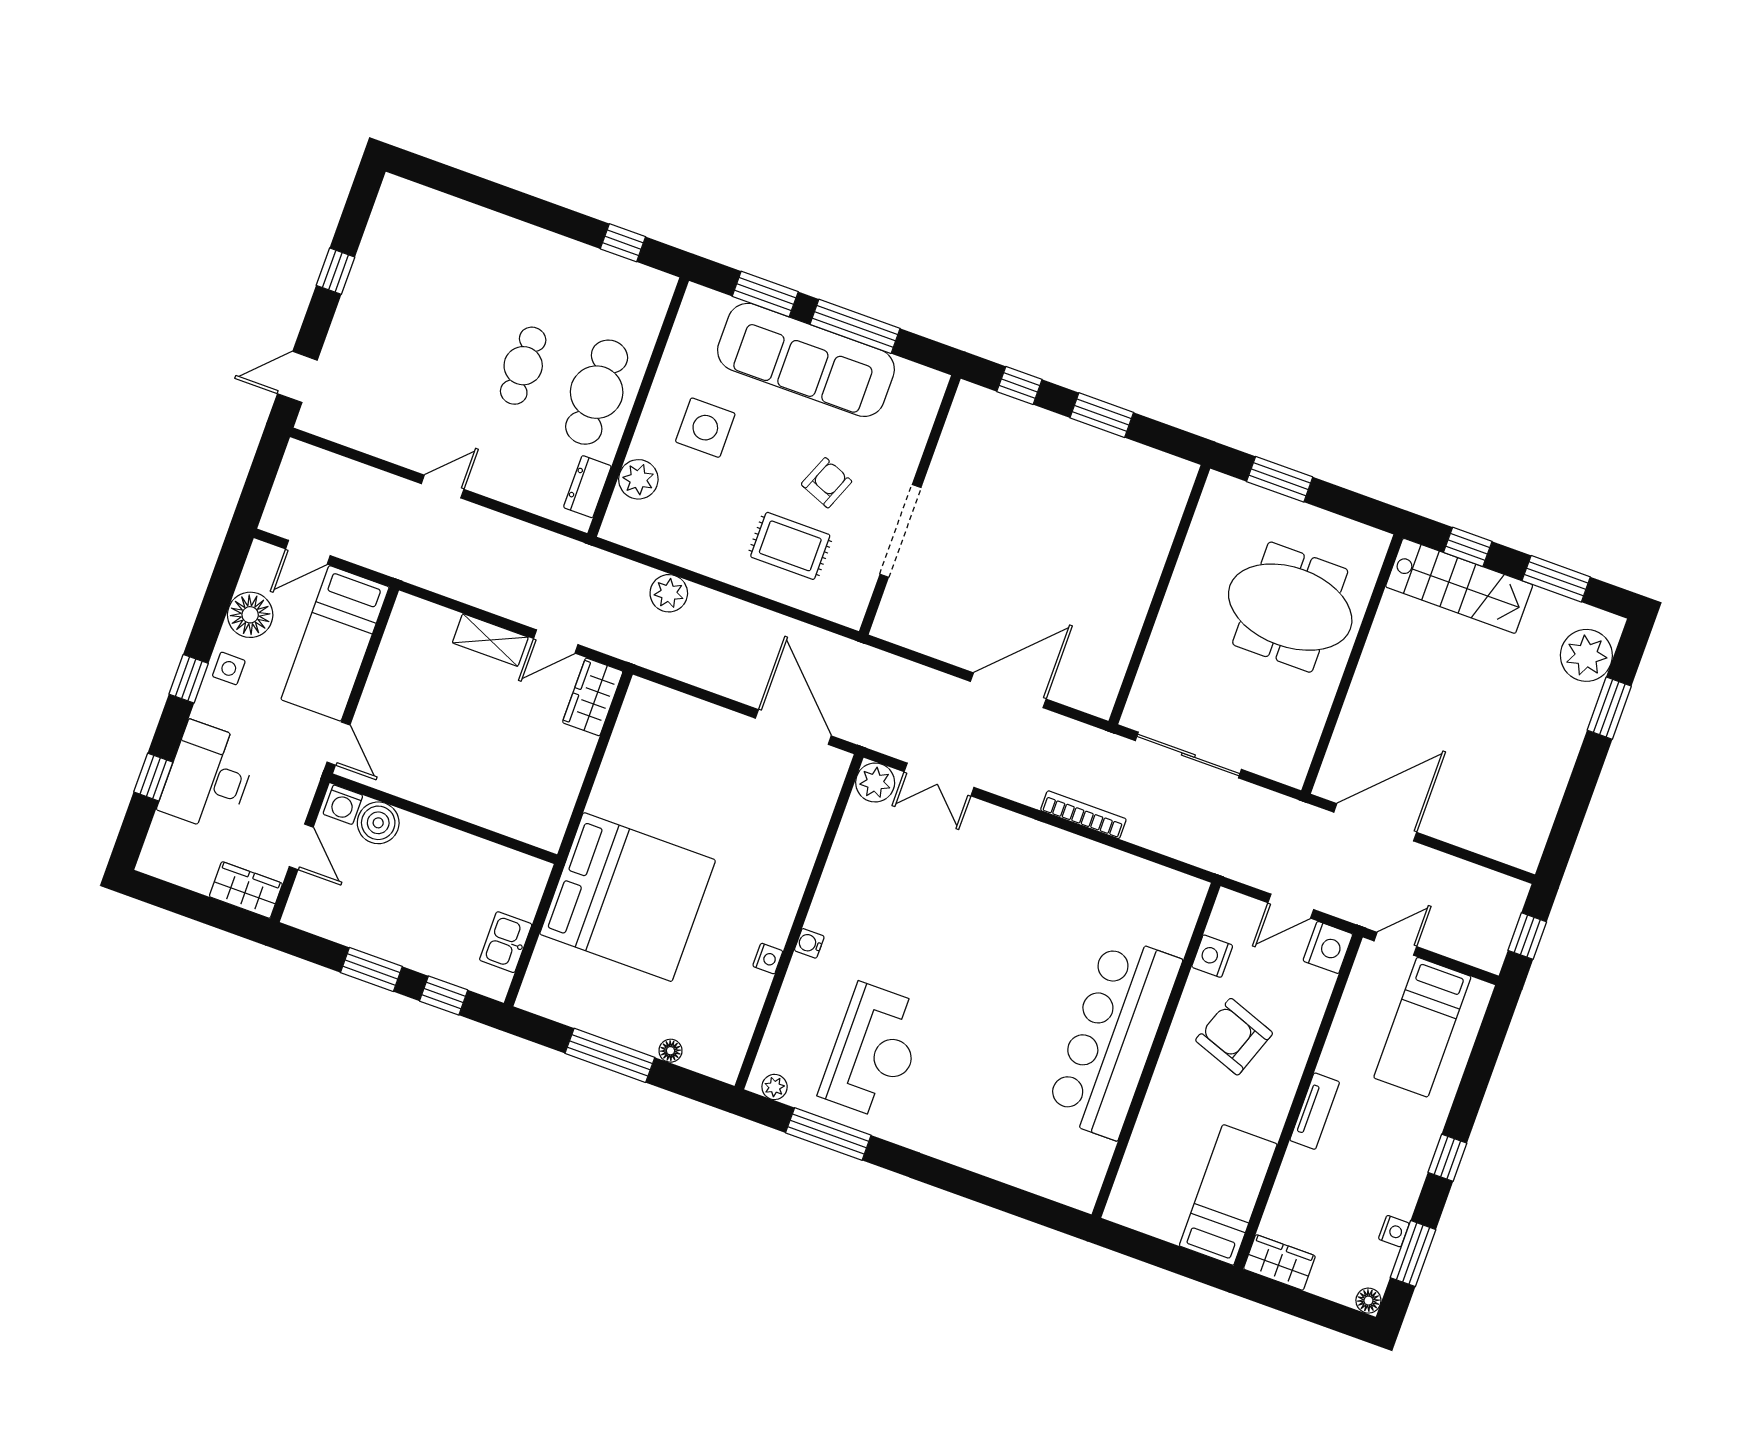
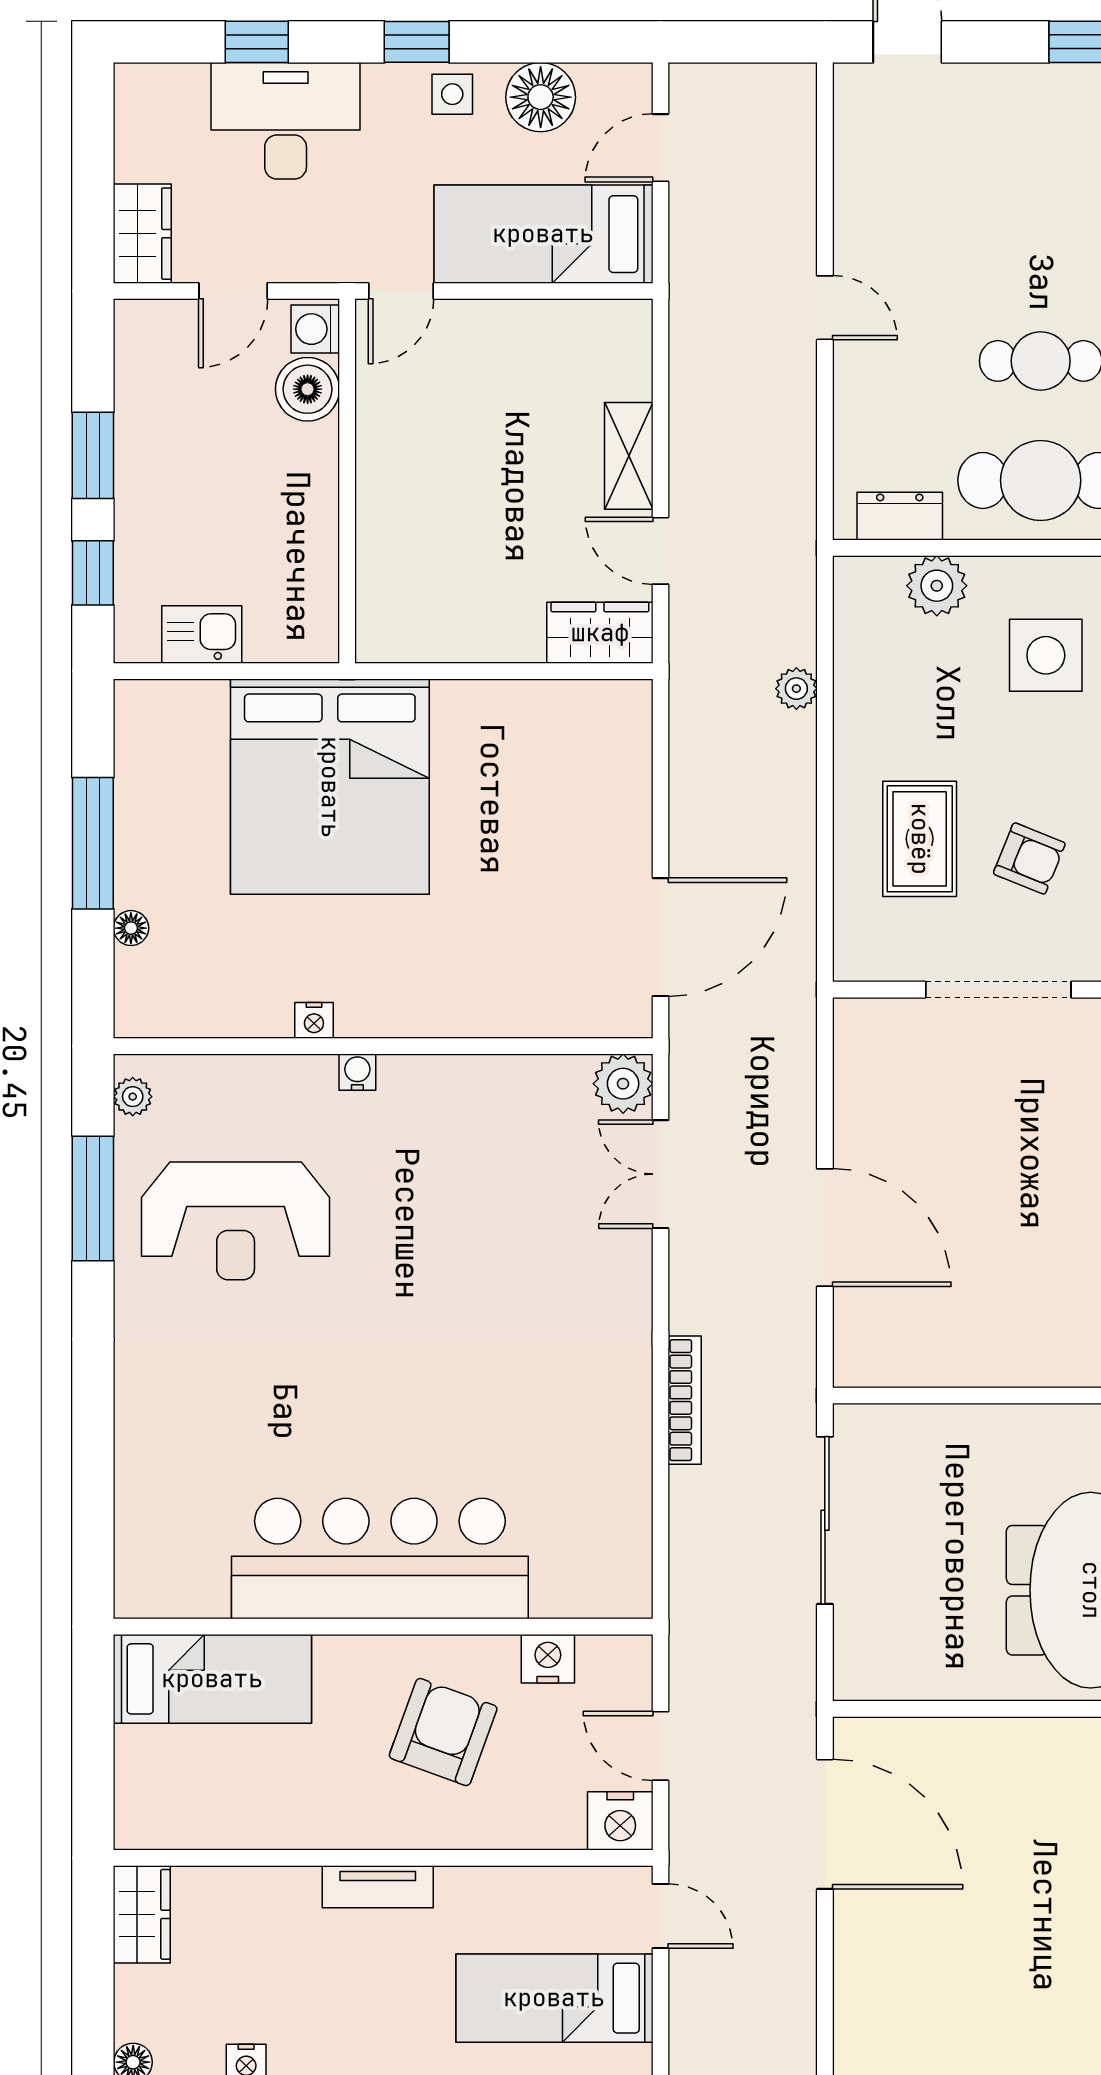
door: (308, 552) -> (661, 148), hinge flipped
plant: (669, 593) -> (796, 689), width x0.73, depth x0.73
bed: (1228, 1195) -> (212, 1679), moved

